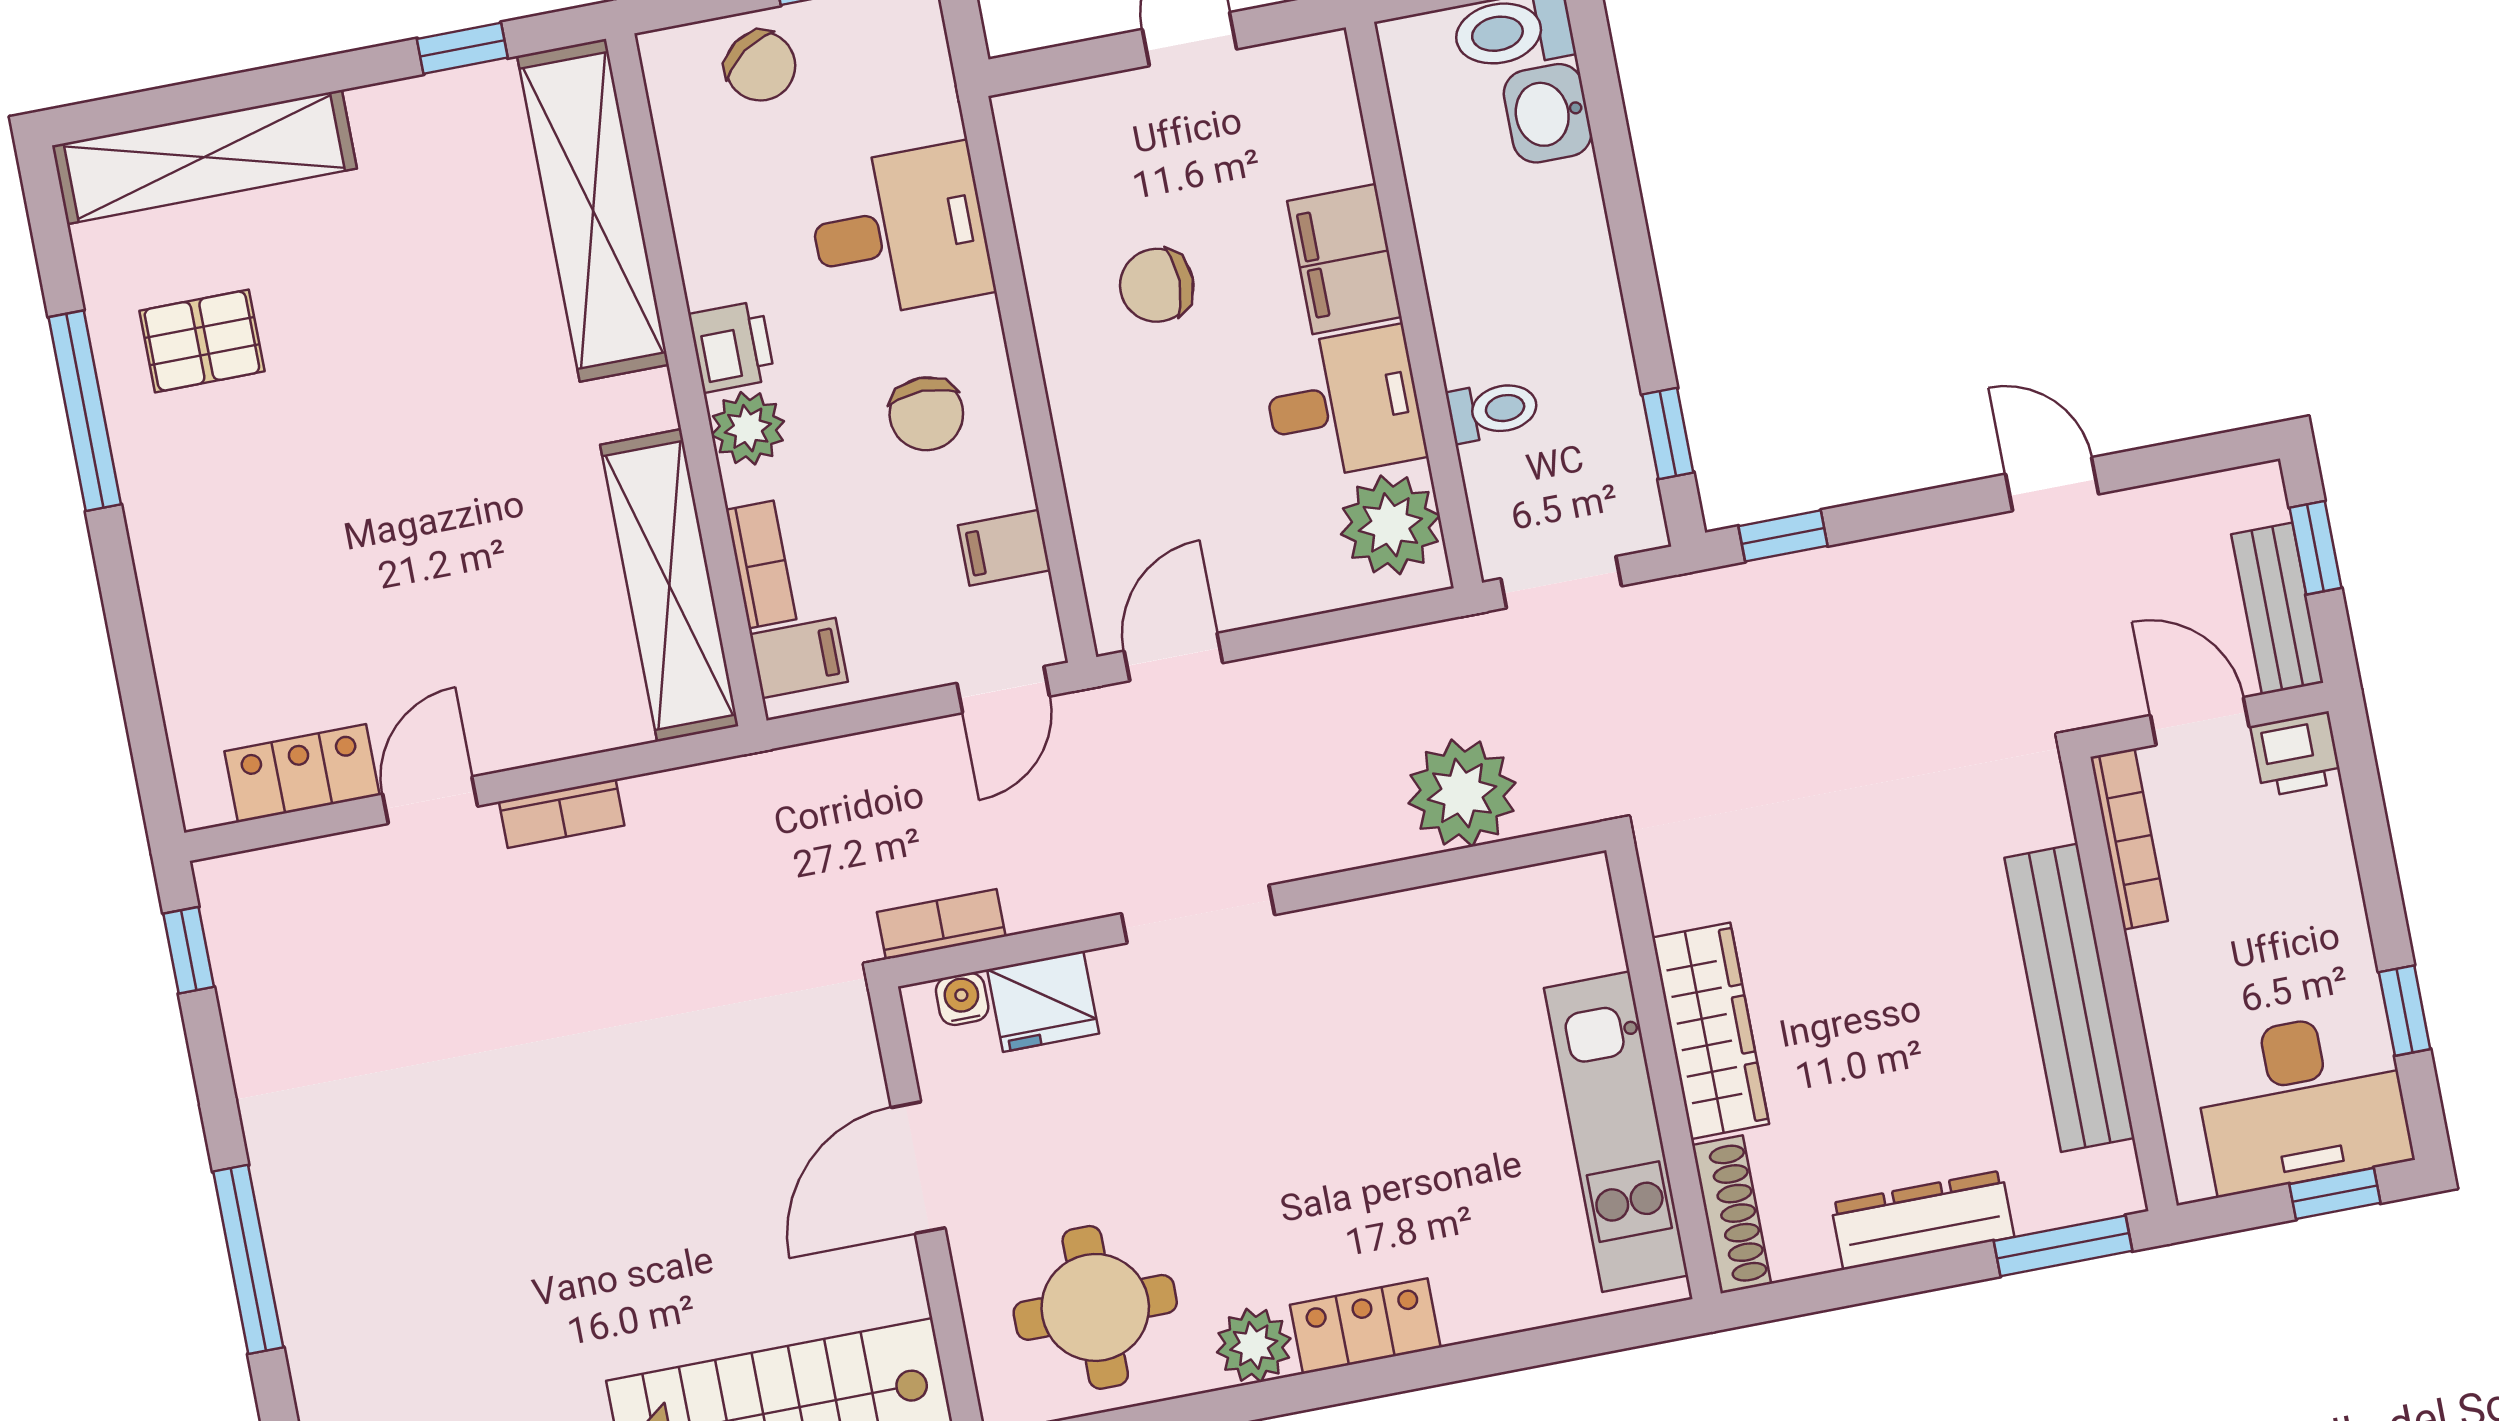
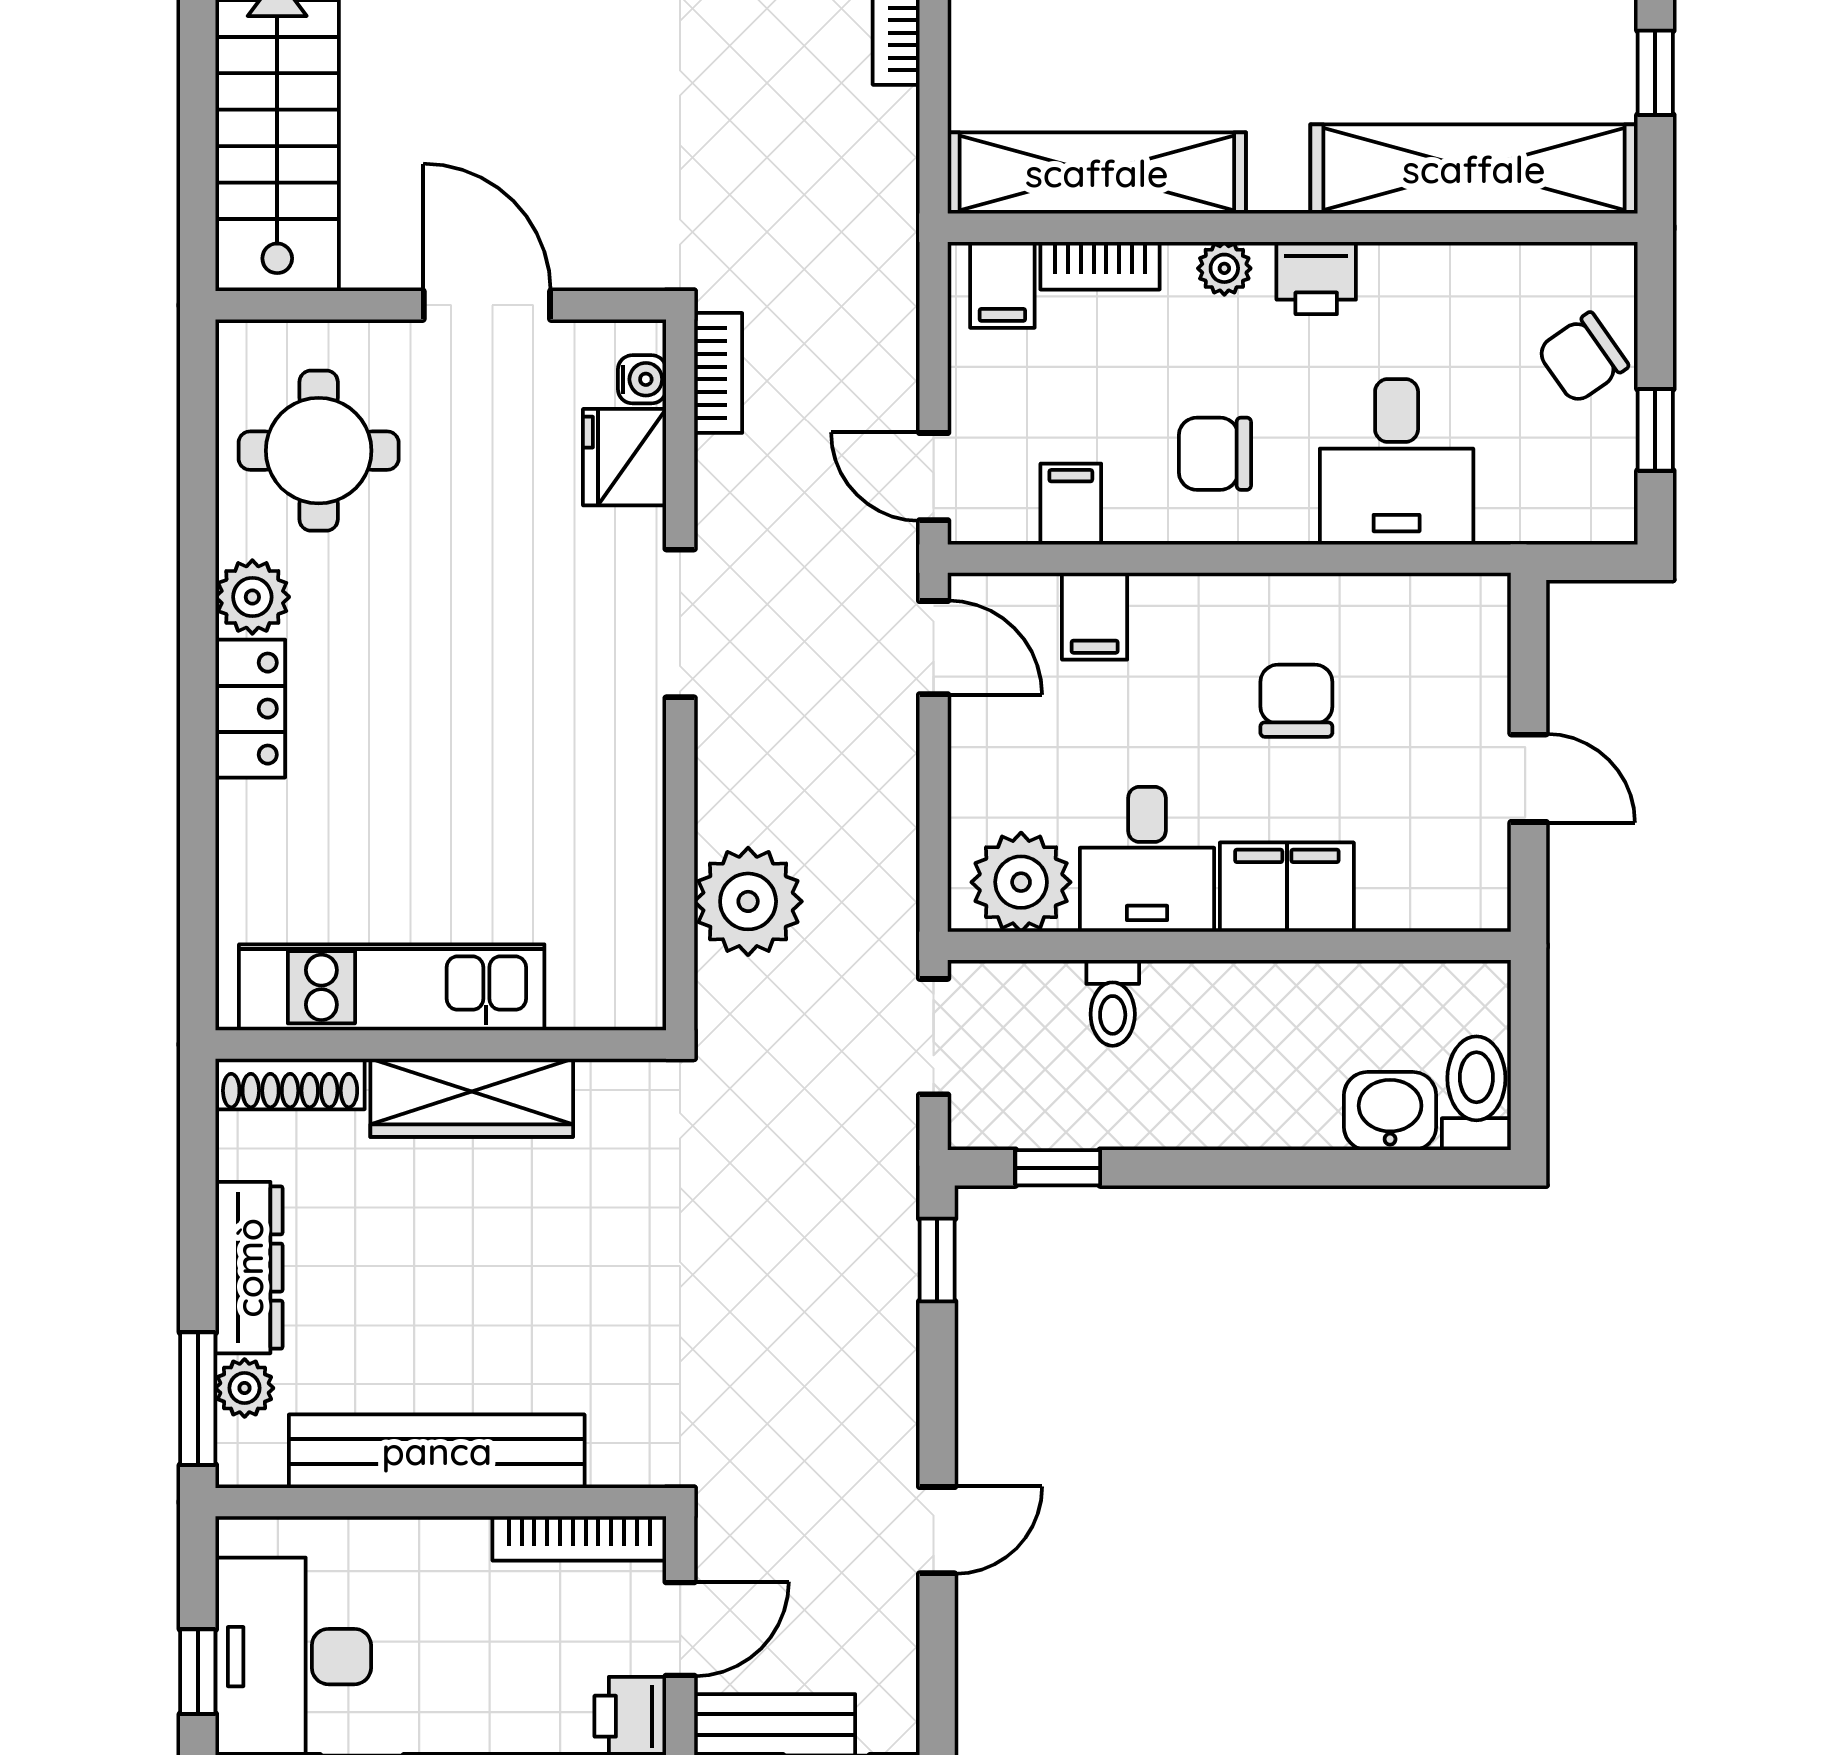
plant: (748, 428) -> (1224, 268), width x0.73, depth x0.73
filing cabinet: (1111, 503) -> (1095, 616), added
plant: (2043, 1201) -> (245, 1388), added

